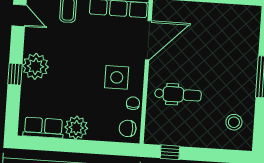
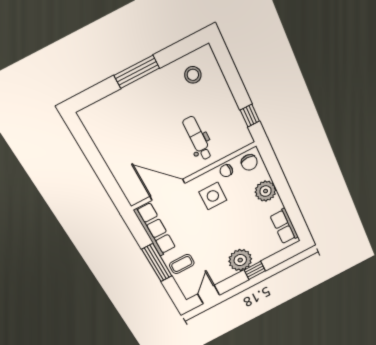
plant: (76, 128) -> (266, 191), moved

